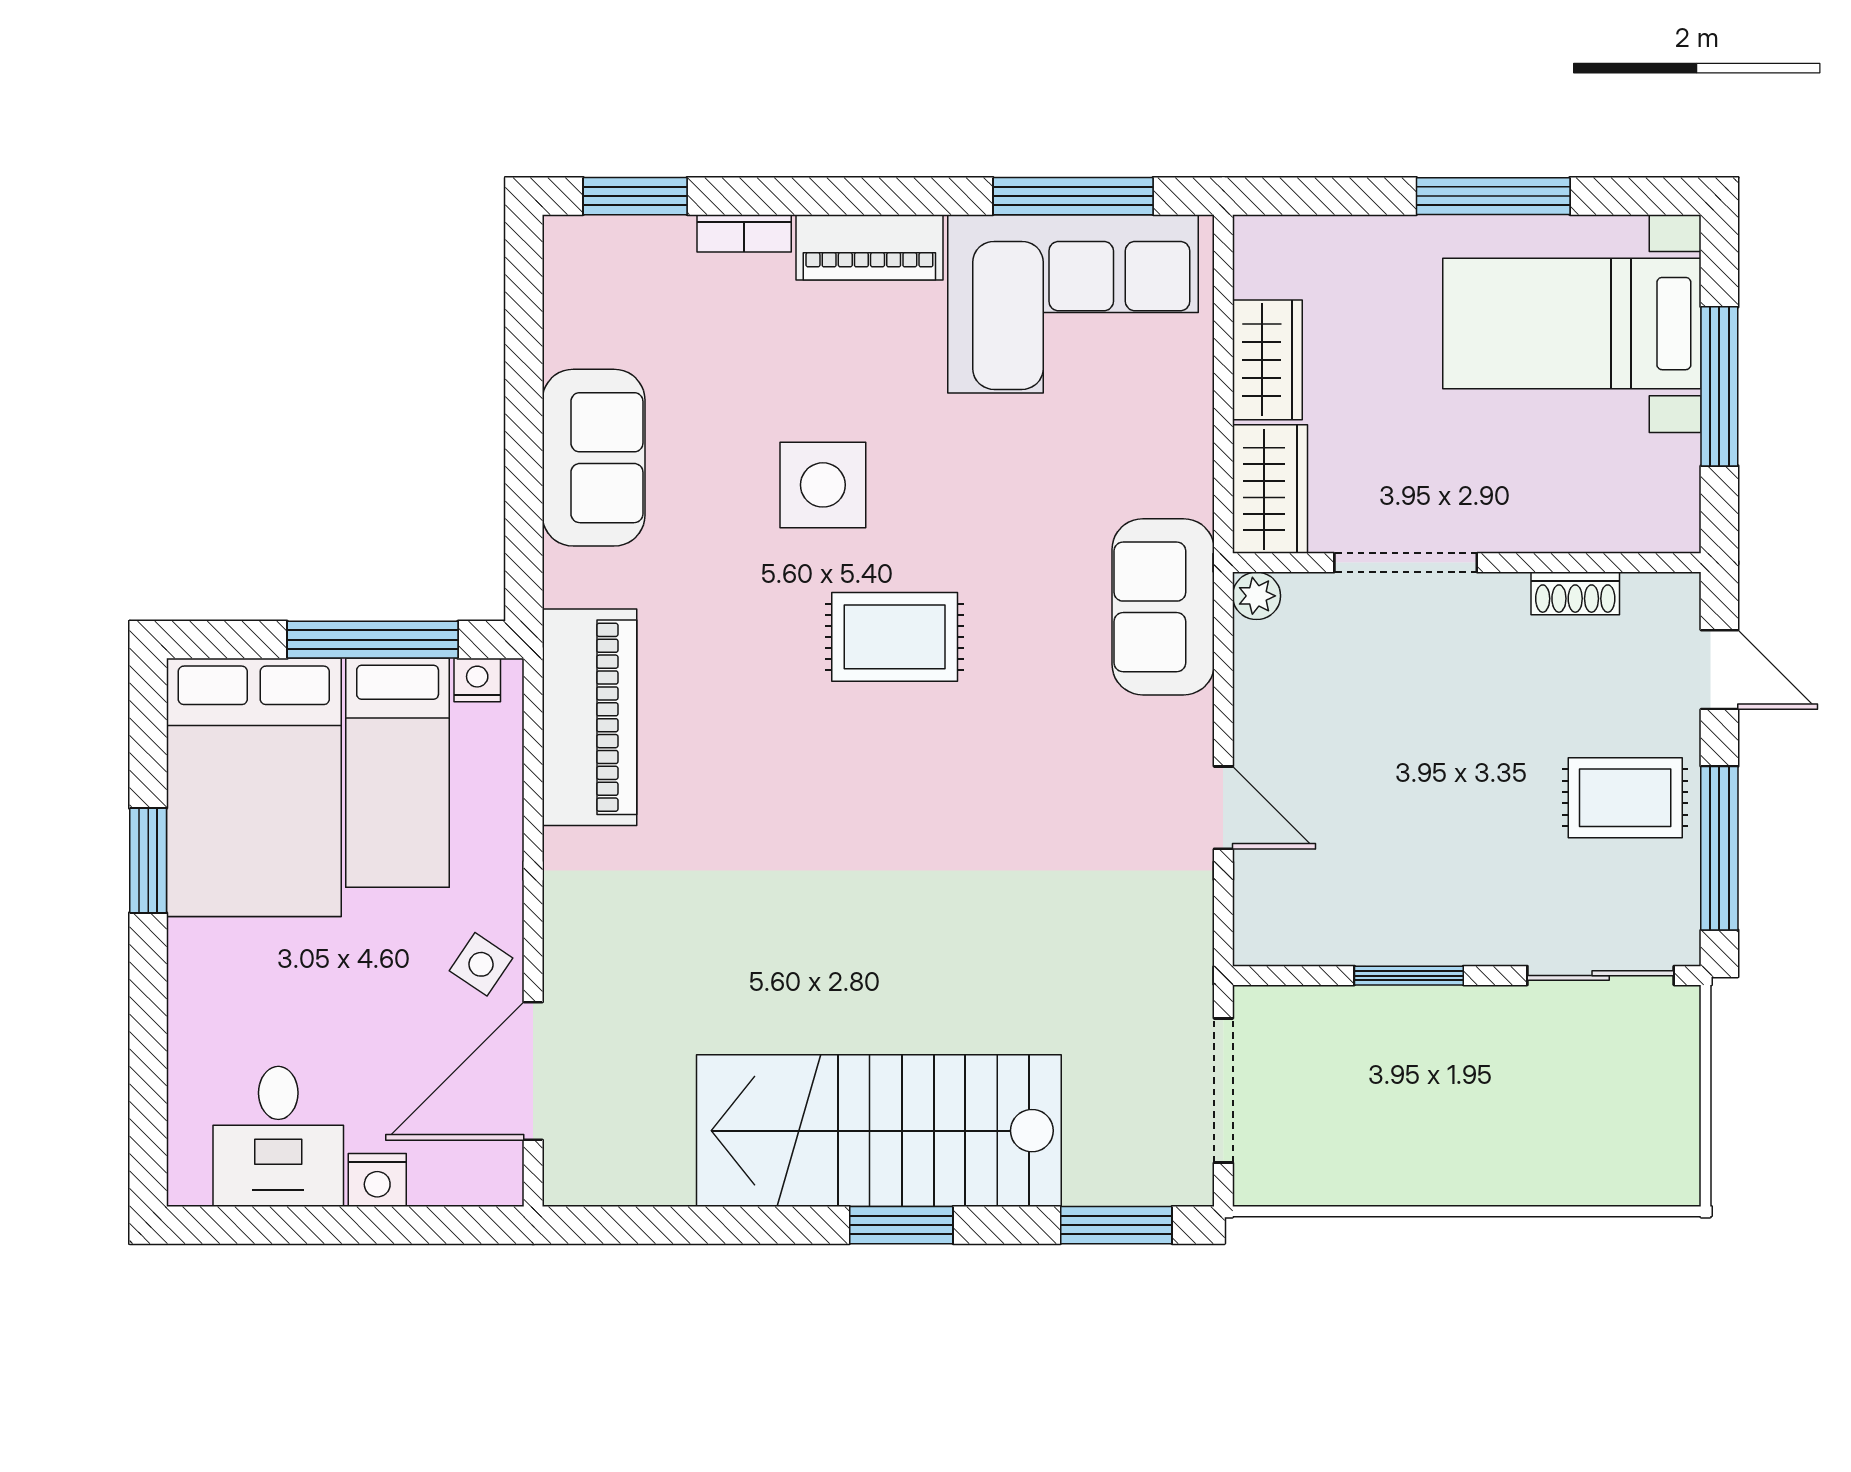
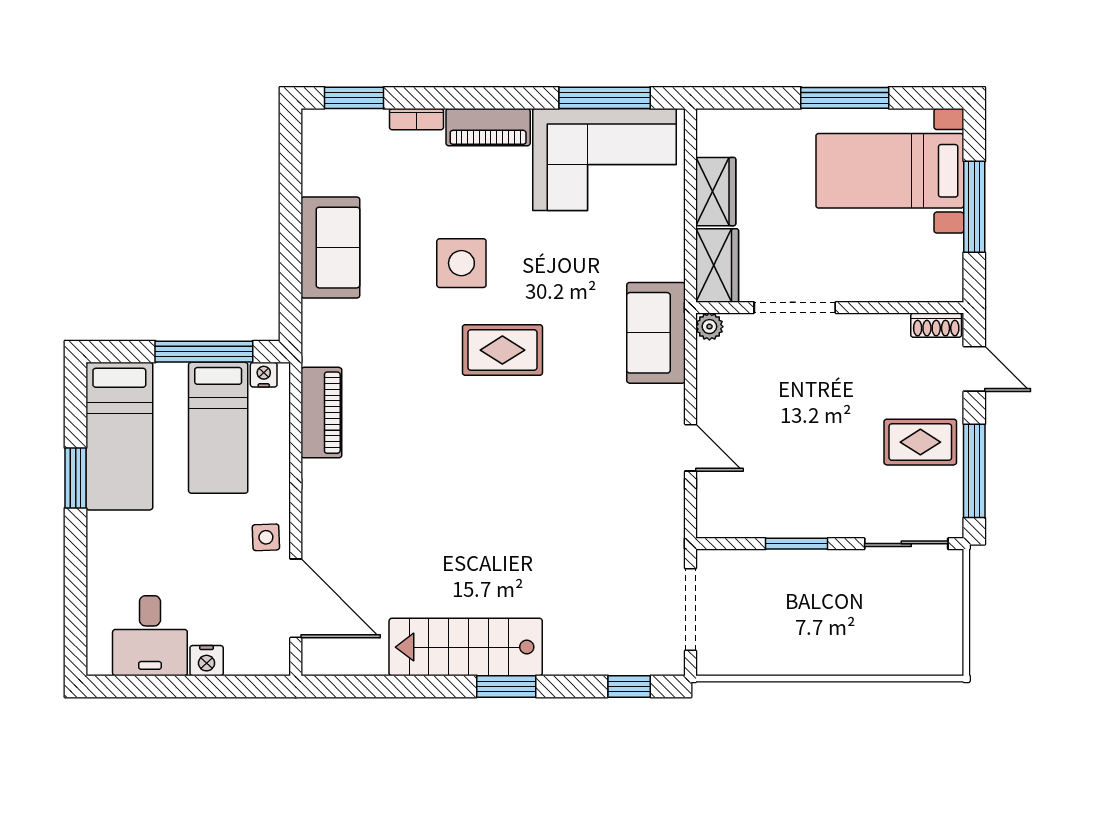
shoe rack: (1575, 593) -> (936, 325), moved
piano: (590, 717) -> (321, 413), width x0.73, depth x0.75
bed: (254, 787) -> (119, 436), width x0.67
side table: (481, 964) -> (266, 537), turned -36
door: (533, 1071) -> (296, 598), swing flipped
stairs: (879, 1131) -> (466, 647), width x0.73, depth x0.66
window: (1116, 1225) -> (629, 686), width x0.67

